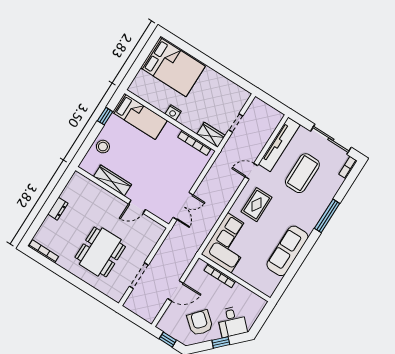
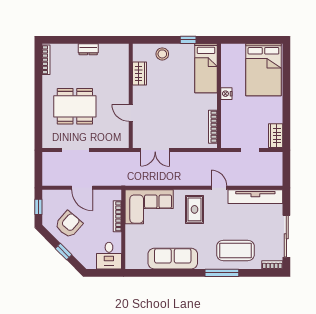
wardrobe: (211, 135) -> (276, 136), moved, turned 180
coffee table: (302, 173) -> (236, 250), moved
wardrobe: (113, 181) -> (140, 74), width x0.67
rug: (257, 205) -> (195, 209), turned 90
desk: (232, 322) -> (109, 256), moved, turned -45

